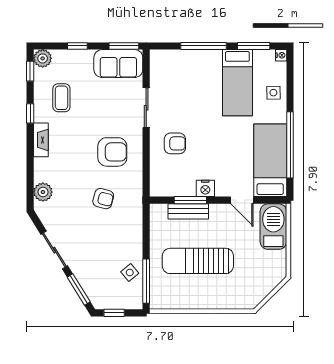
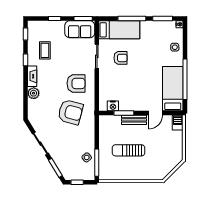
plant: (43, 58) -> (33, 26), removed
bed: (237, 83) -> (119, 30), moved, turned -90
armchair: (175, 143) -> (120, 58), moved
nightstand: (205, 188) -> (113, 106), moved
plant: (43, 192) -> (34, 93), moved
armchair: (103, 199) -> (70, 112), width x1.88, depth x1.88
door: (242, 200) -> (155, 113), hinge flipped
bench: (188, 211) -> (134, 120), moved
barbecue: (273, 227) -> (178, 123), width x0.53, depth x0.65
sun lounger: (198, 261) -> (128, 150), width x0.73, depth x0.75

